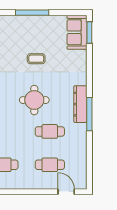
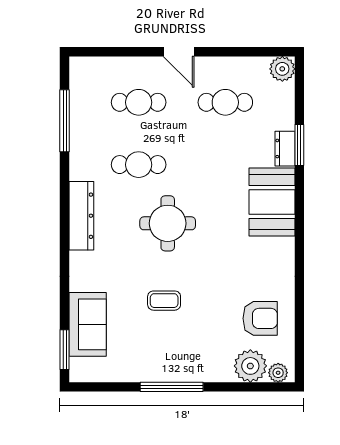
sofa: (77, 32) -> (88, 324), moved
window: (89, 114) -> (65, 121), moved
door: (66, 192) -> (179, 52), moved

